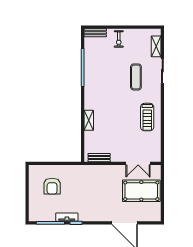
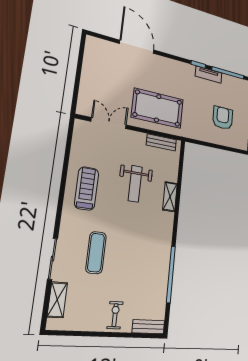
weight bench: (115, 125) -> (135, 184), added
pool table: (141, 191) -> (158, 108), moved

